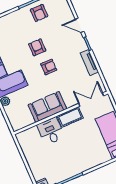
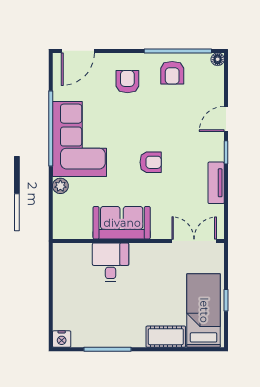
door: (80, 25) -> (226, 119), hinge flipped
armchair: (37, 47) -> (127, 82), moved
cot: (70, 117) -> (166, 337), moved

